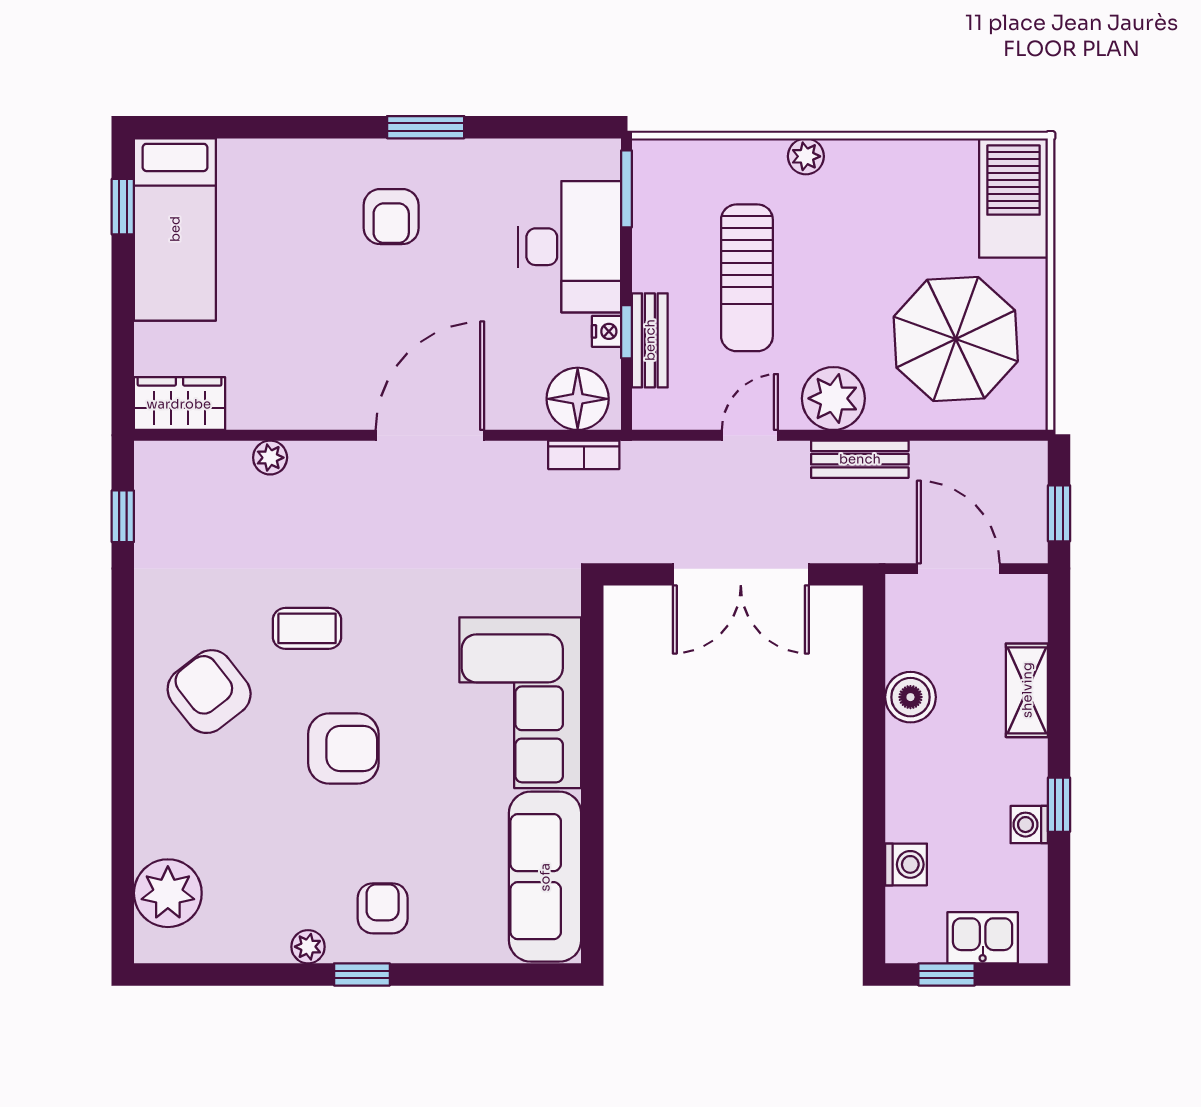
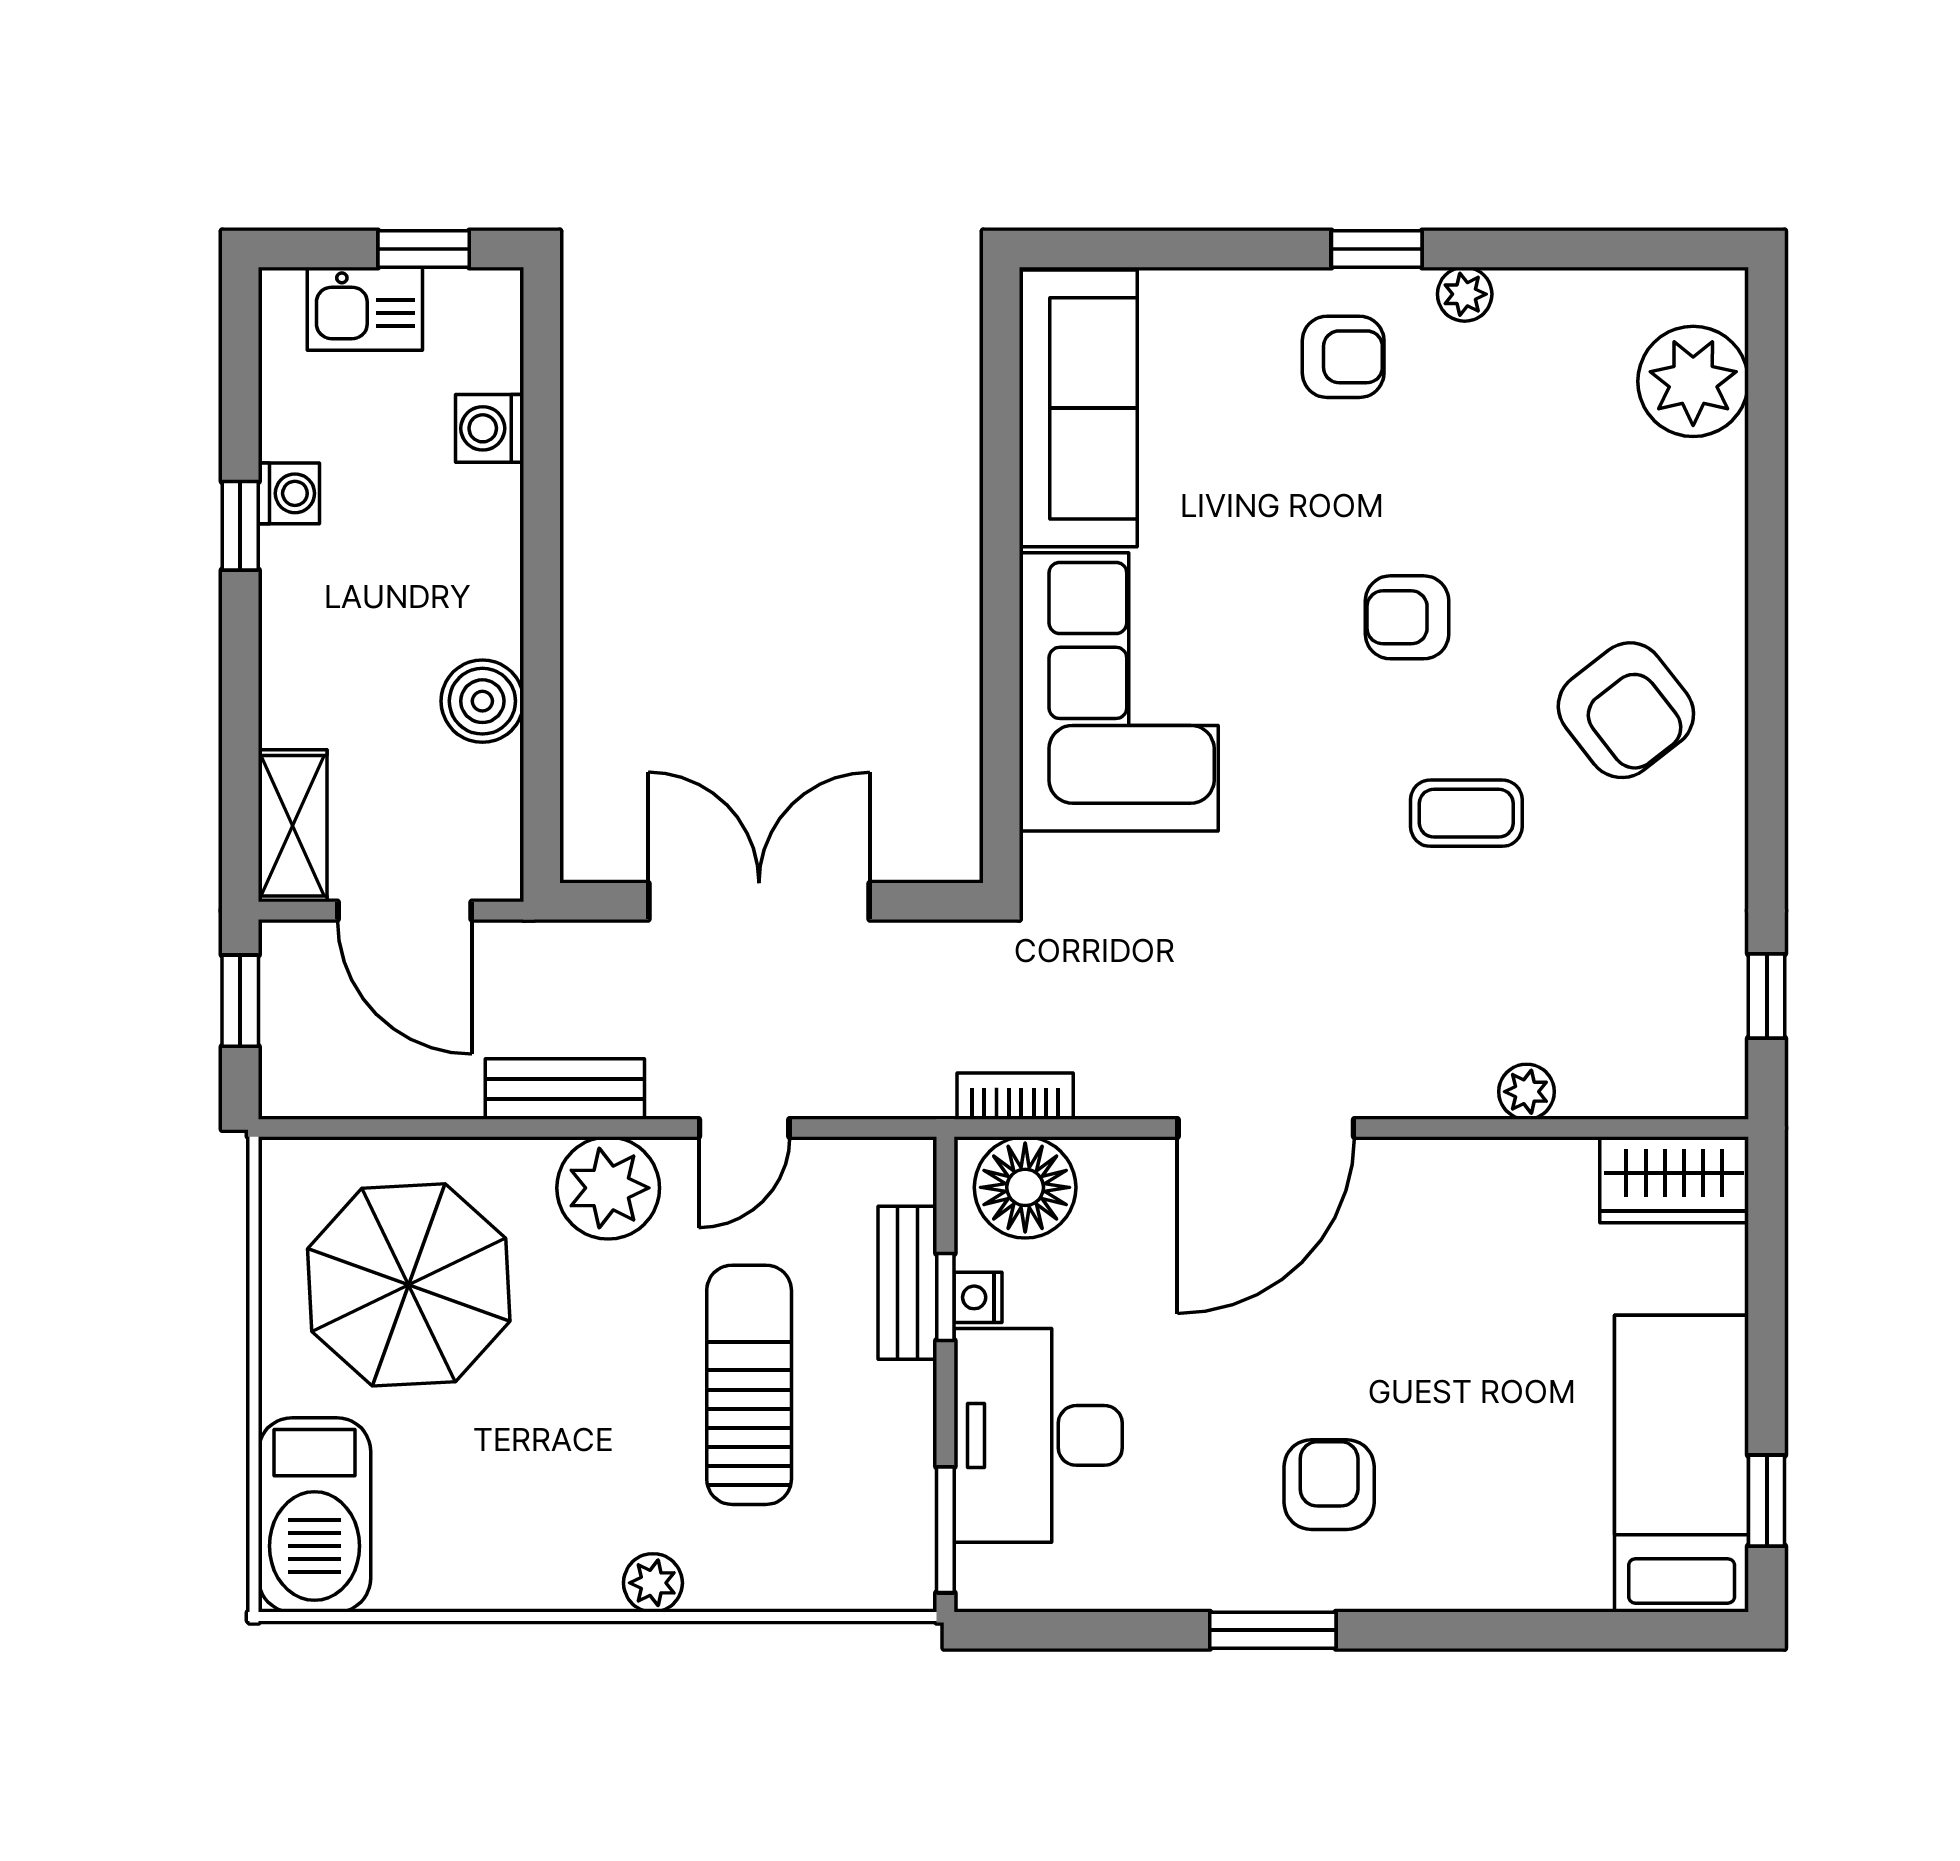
shelving: (1027, 690) -> (293, 826), moved
armchair: (343, 749) -> (1407, 617), width x0.72, depth x0.72
armchair: (383, 908) -> (1343, 357), turned -90

